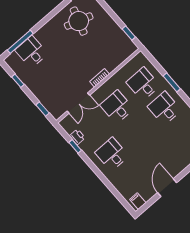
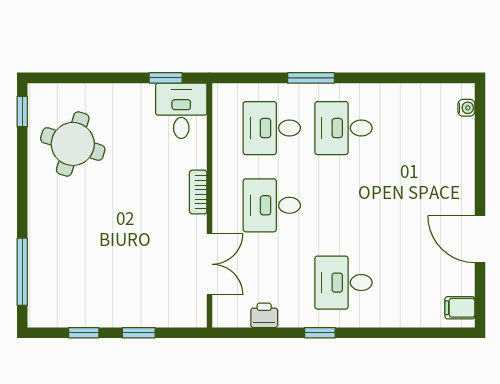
desk: (31, 52) -> (181, 111), moved, turned 90
window: (42, 109) -> (139, 333), moved
window: (75, 146) -> (320, 333), moved

